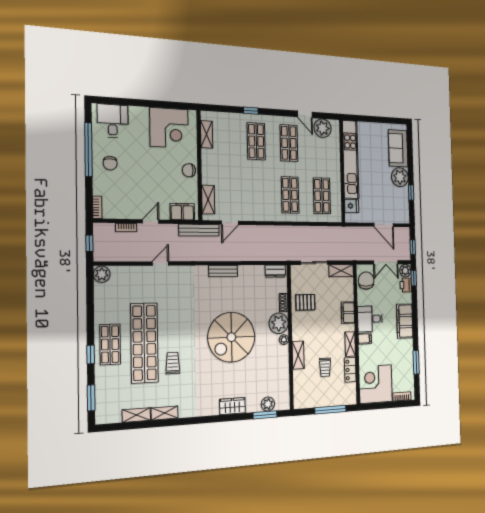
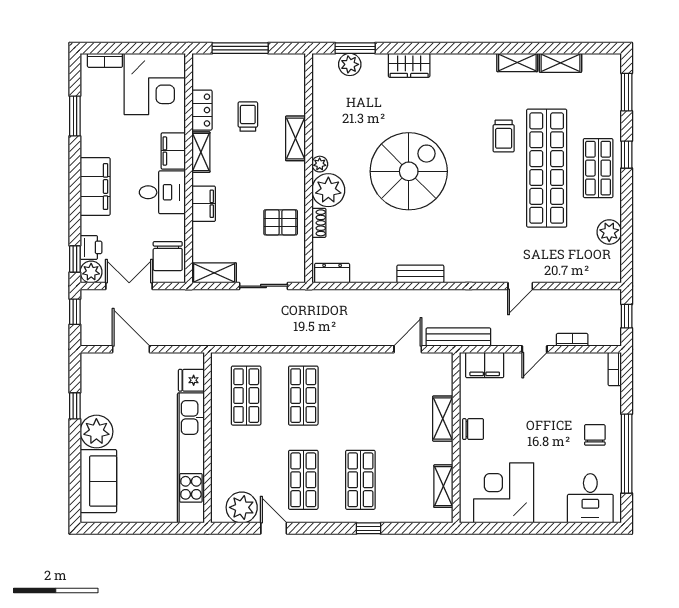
shelving: (208, 200) -> (443, 419), moved
plant: (102, 274) -> (609, 232), moved
filing cabinet: (365, 339) -> (173, 151), width x2.00

